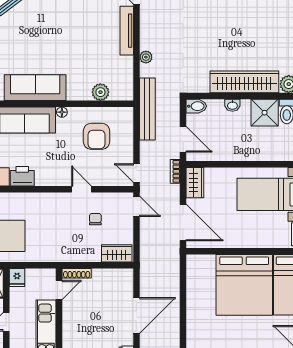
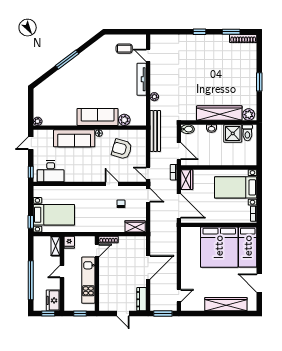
sofa: (35, 88) -> (98, 117), moved
armchair: (97, 136) -> (122, 149), turned 106
printer: (22, 176) -> (73, 175), removed

